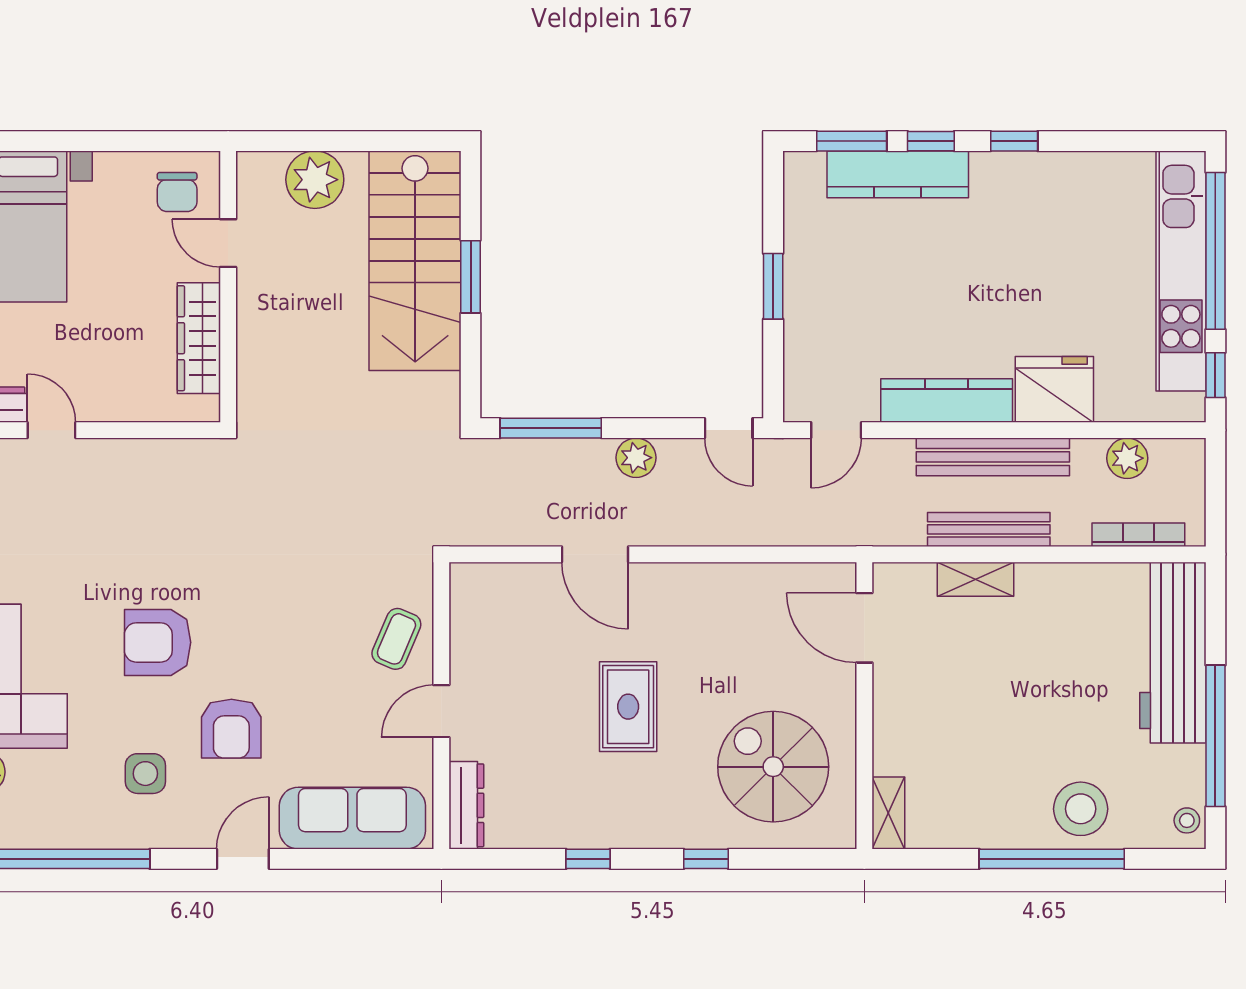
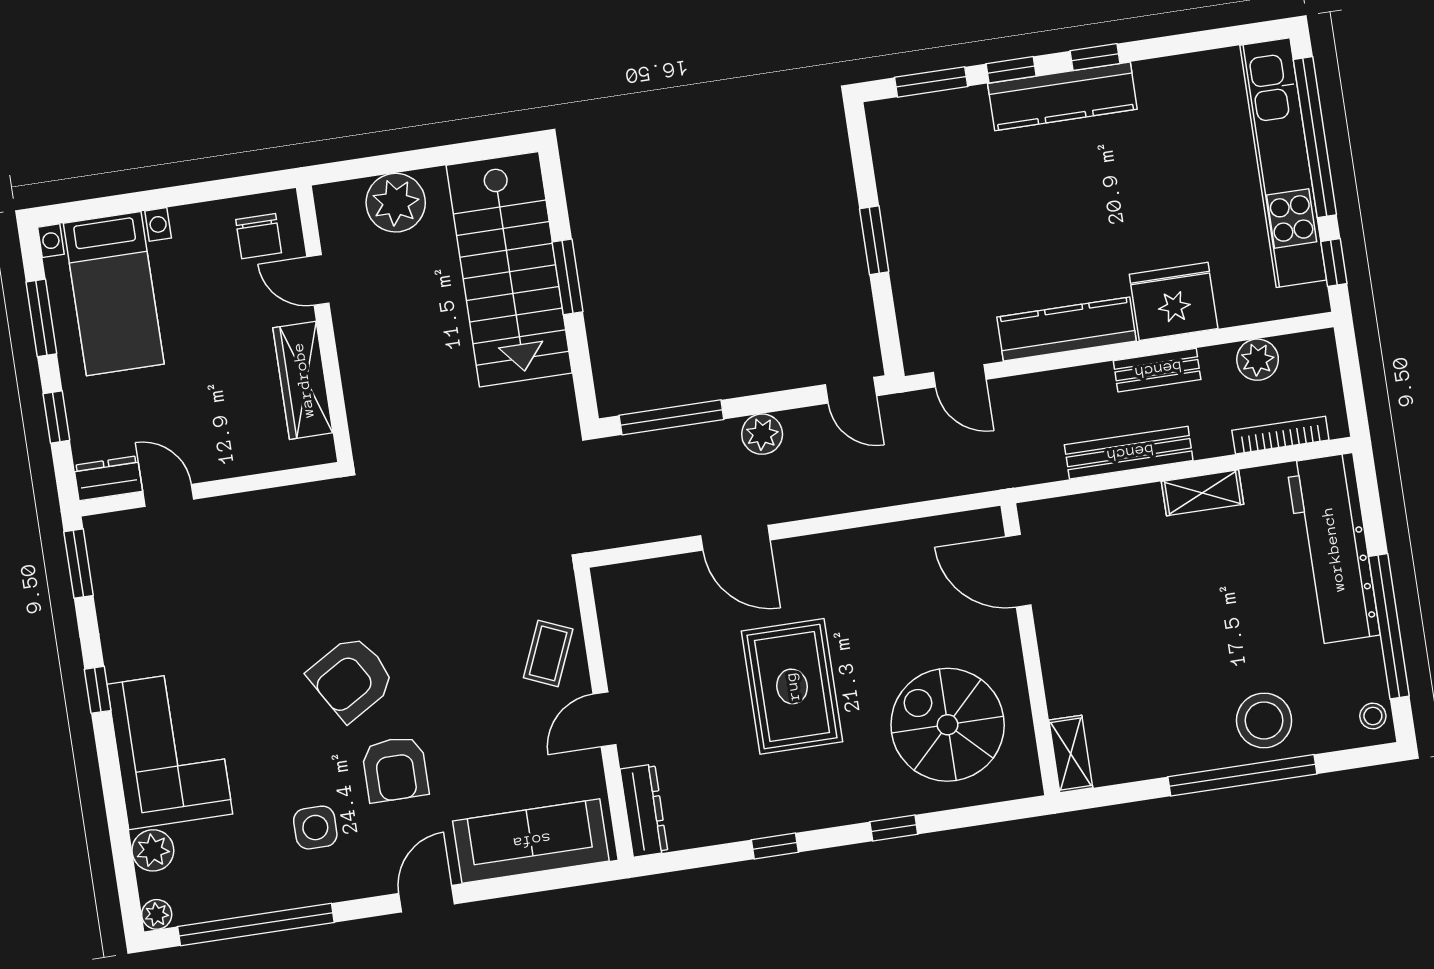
kitchen counter: (898, 174) -> (1062, 96), moved
door: (836, 430) -> (960, 376), hinge flipped
bench: (993, 457) -> (1157, 370), width x0.54, depth x0.82
shelving: (975, 579) -> (1202, 493), moved
armchair: (158, 642) -> (351, 678), moved, turned -31
rug: (628, 707) -> (792, 686), width x1.36, depth x1.43

